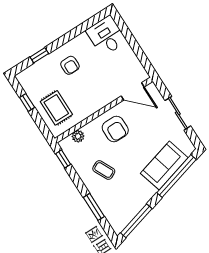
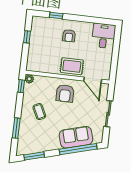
rug: (56, 108) -> (72, 66), moved, turned 90
plant: (78, 136) -> (29, 79), moved
window: (136, 221) -> (34, 156), width x0.69

